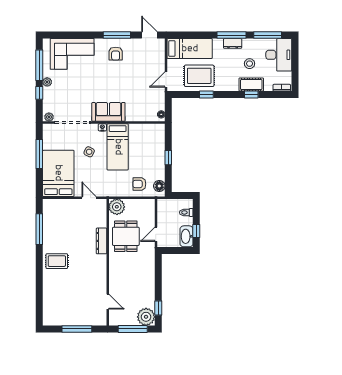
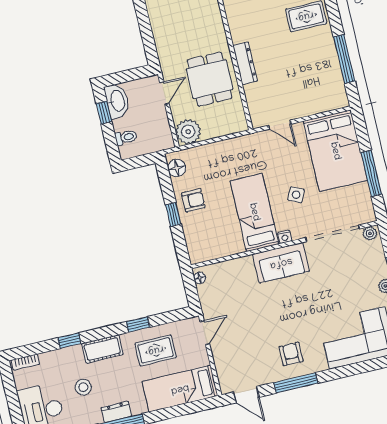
rug: (199, 76) -> (156, 350), width x0.73, depth x0.70
cot: (251, 85) -> (102, 349), moved
armchair: (139, 184) -> (193, 200), moved
plant: (117, 207) -> (188, 132), moved

